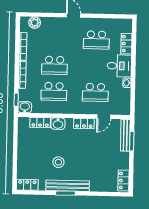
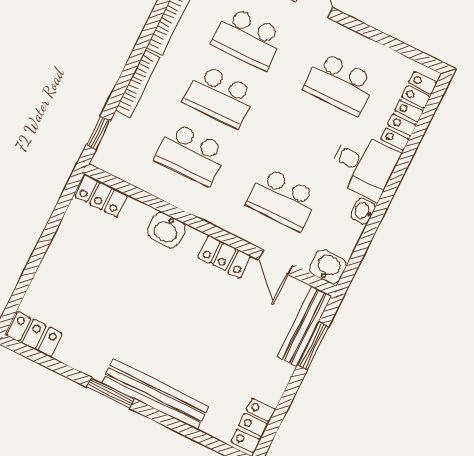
school desk: (55, 39) -> (248, 38), added
locker: (126, 44) -> (409, 111), width x1.53
washbasin: (25, 107) -> (328, 267), moved
door: (104, 117) -> (276, 262), hinge flipped
locker: (40, 123) -> (101, 196), moved
stool: (58, 162) -> (127, 316), removed
bench: (68, 186) -> (155, 394), moved

